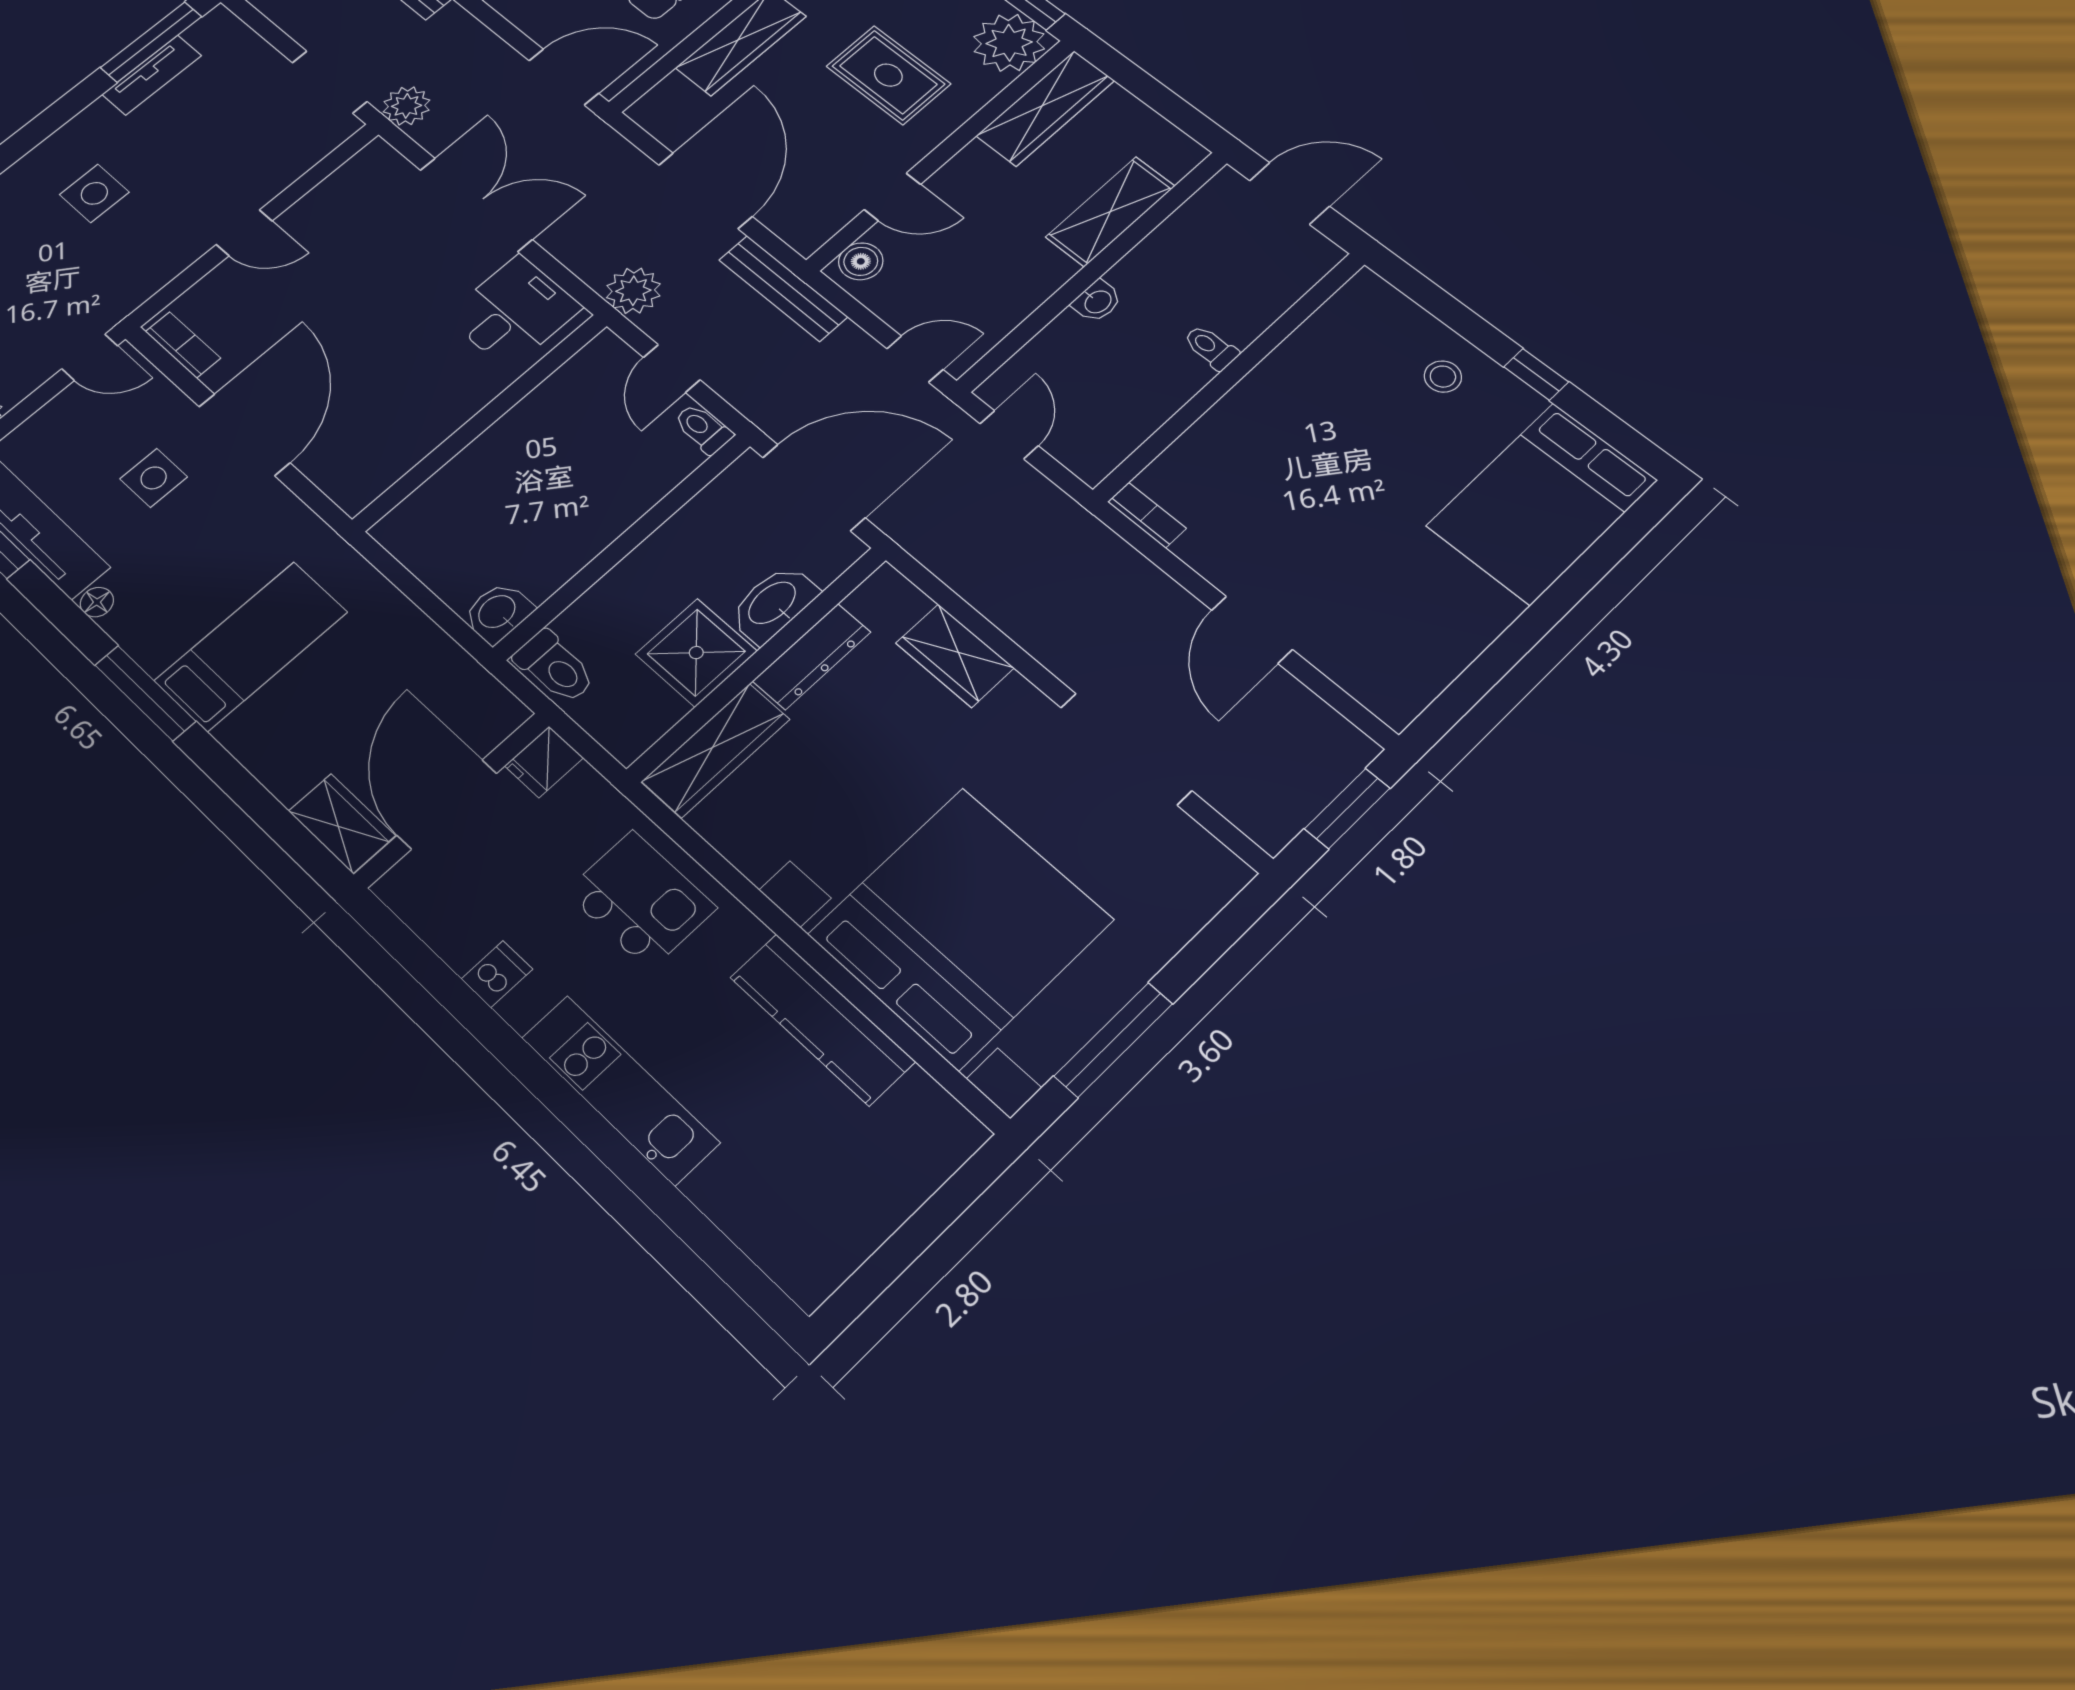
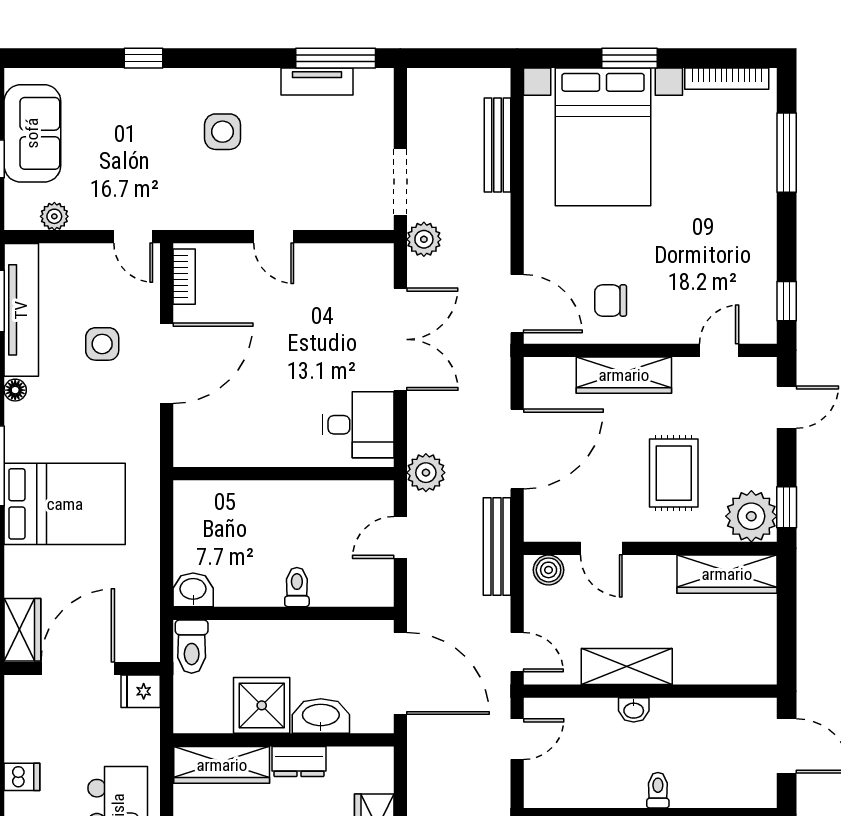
shelving: (1110, 212) -> (627, 667), moved
toilet: (703, 429) -> (297, 587), moved
bed: (251, 646) -> (65, 504), width x1.50
dresser: (812, 657) -> (299, 762), width x0.70

